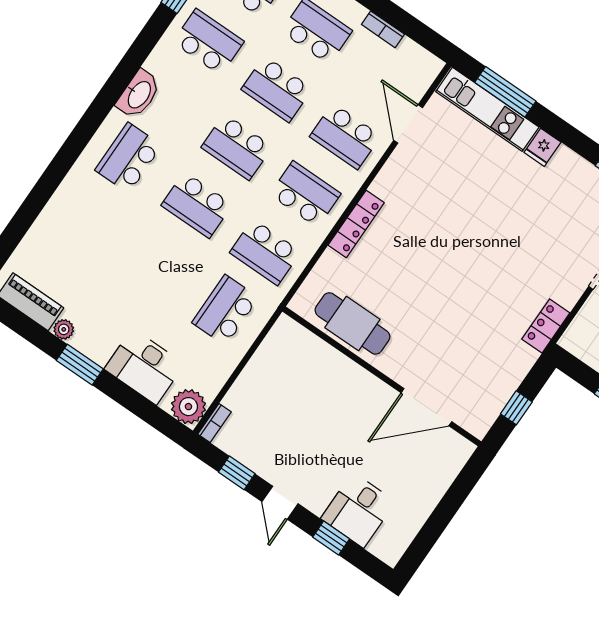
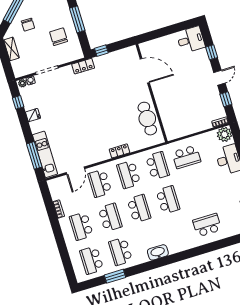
school desk: (345, 136) -> (100, 183), turned 180
fridge: (542, 147) -> (33, 115), moved
school desk: (128, 158) -> (207, 225), moved, turned 180
locker: (356, 224) -> (119, 151), width x0.66
window: (516, 408) -> (101, 51), moved
desk: (358, 510) -> (191, 40), moved

